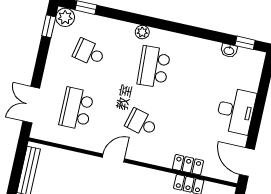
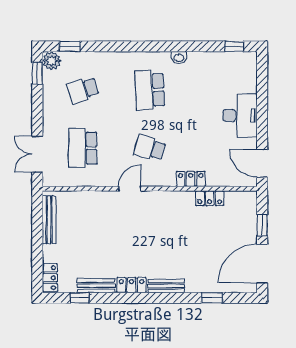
plant: (142, 32) -> (131, 58), removed
washbasin: (229, 51) -> (179, 58), moved
school desk: (89, 53) -> (83, 90), turned -30
locker: (188, 165) -> (191, 179), moved

